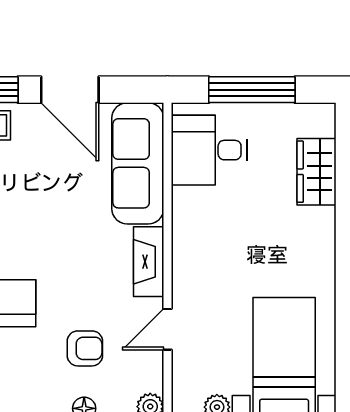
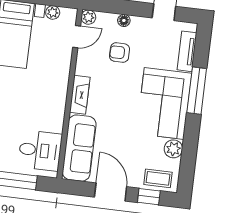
door: (167, 329) -> (77, 37), moved

